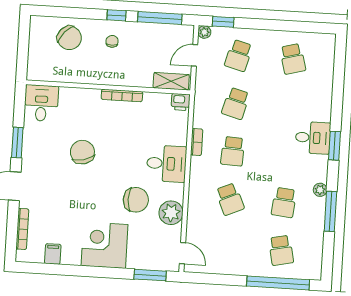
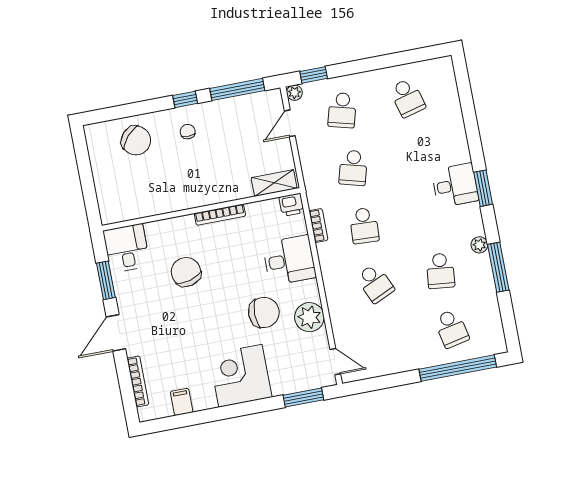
shelving: (171, 81) -> (274, 183), moved
wall: (108, 87) -> (201, 209), moved
bookcase: (122, 95) -> (220, 215), moved
printer: (181, 102) -> (292, 205), moved
desk: (41, 103) -> (127, 248), moved

